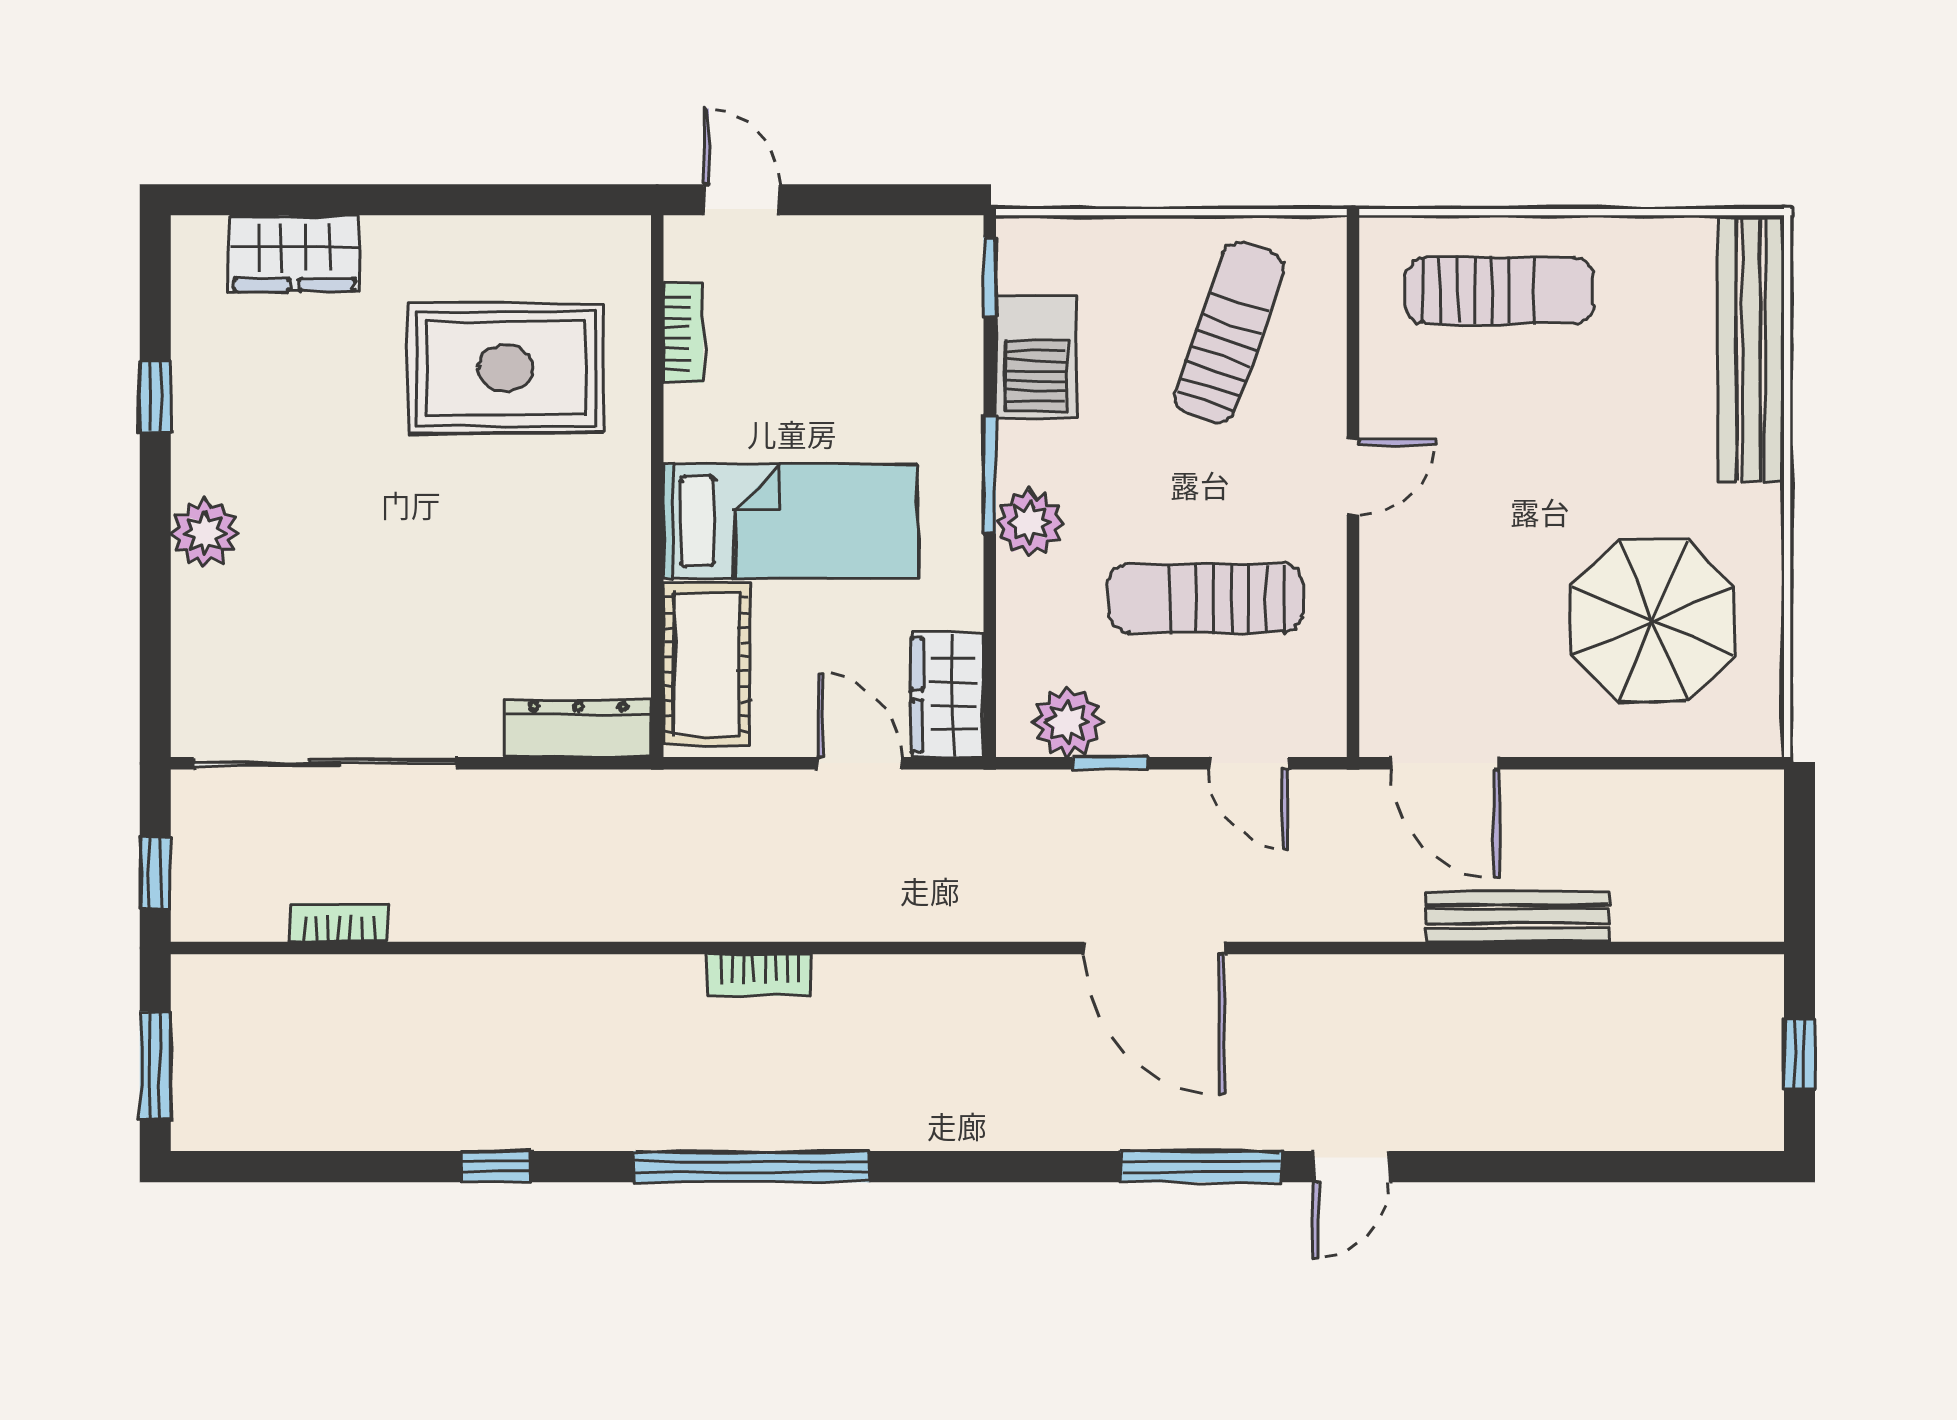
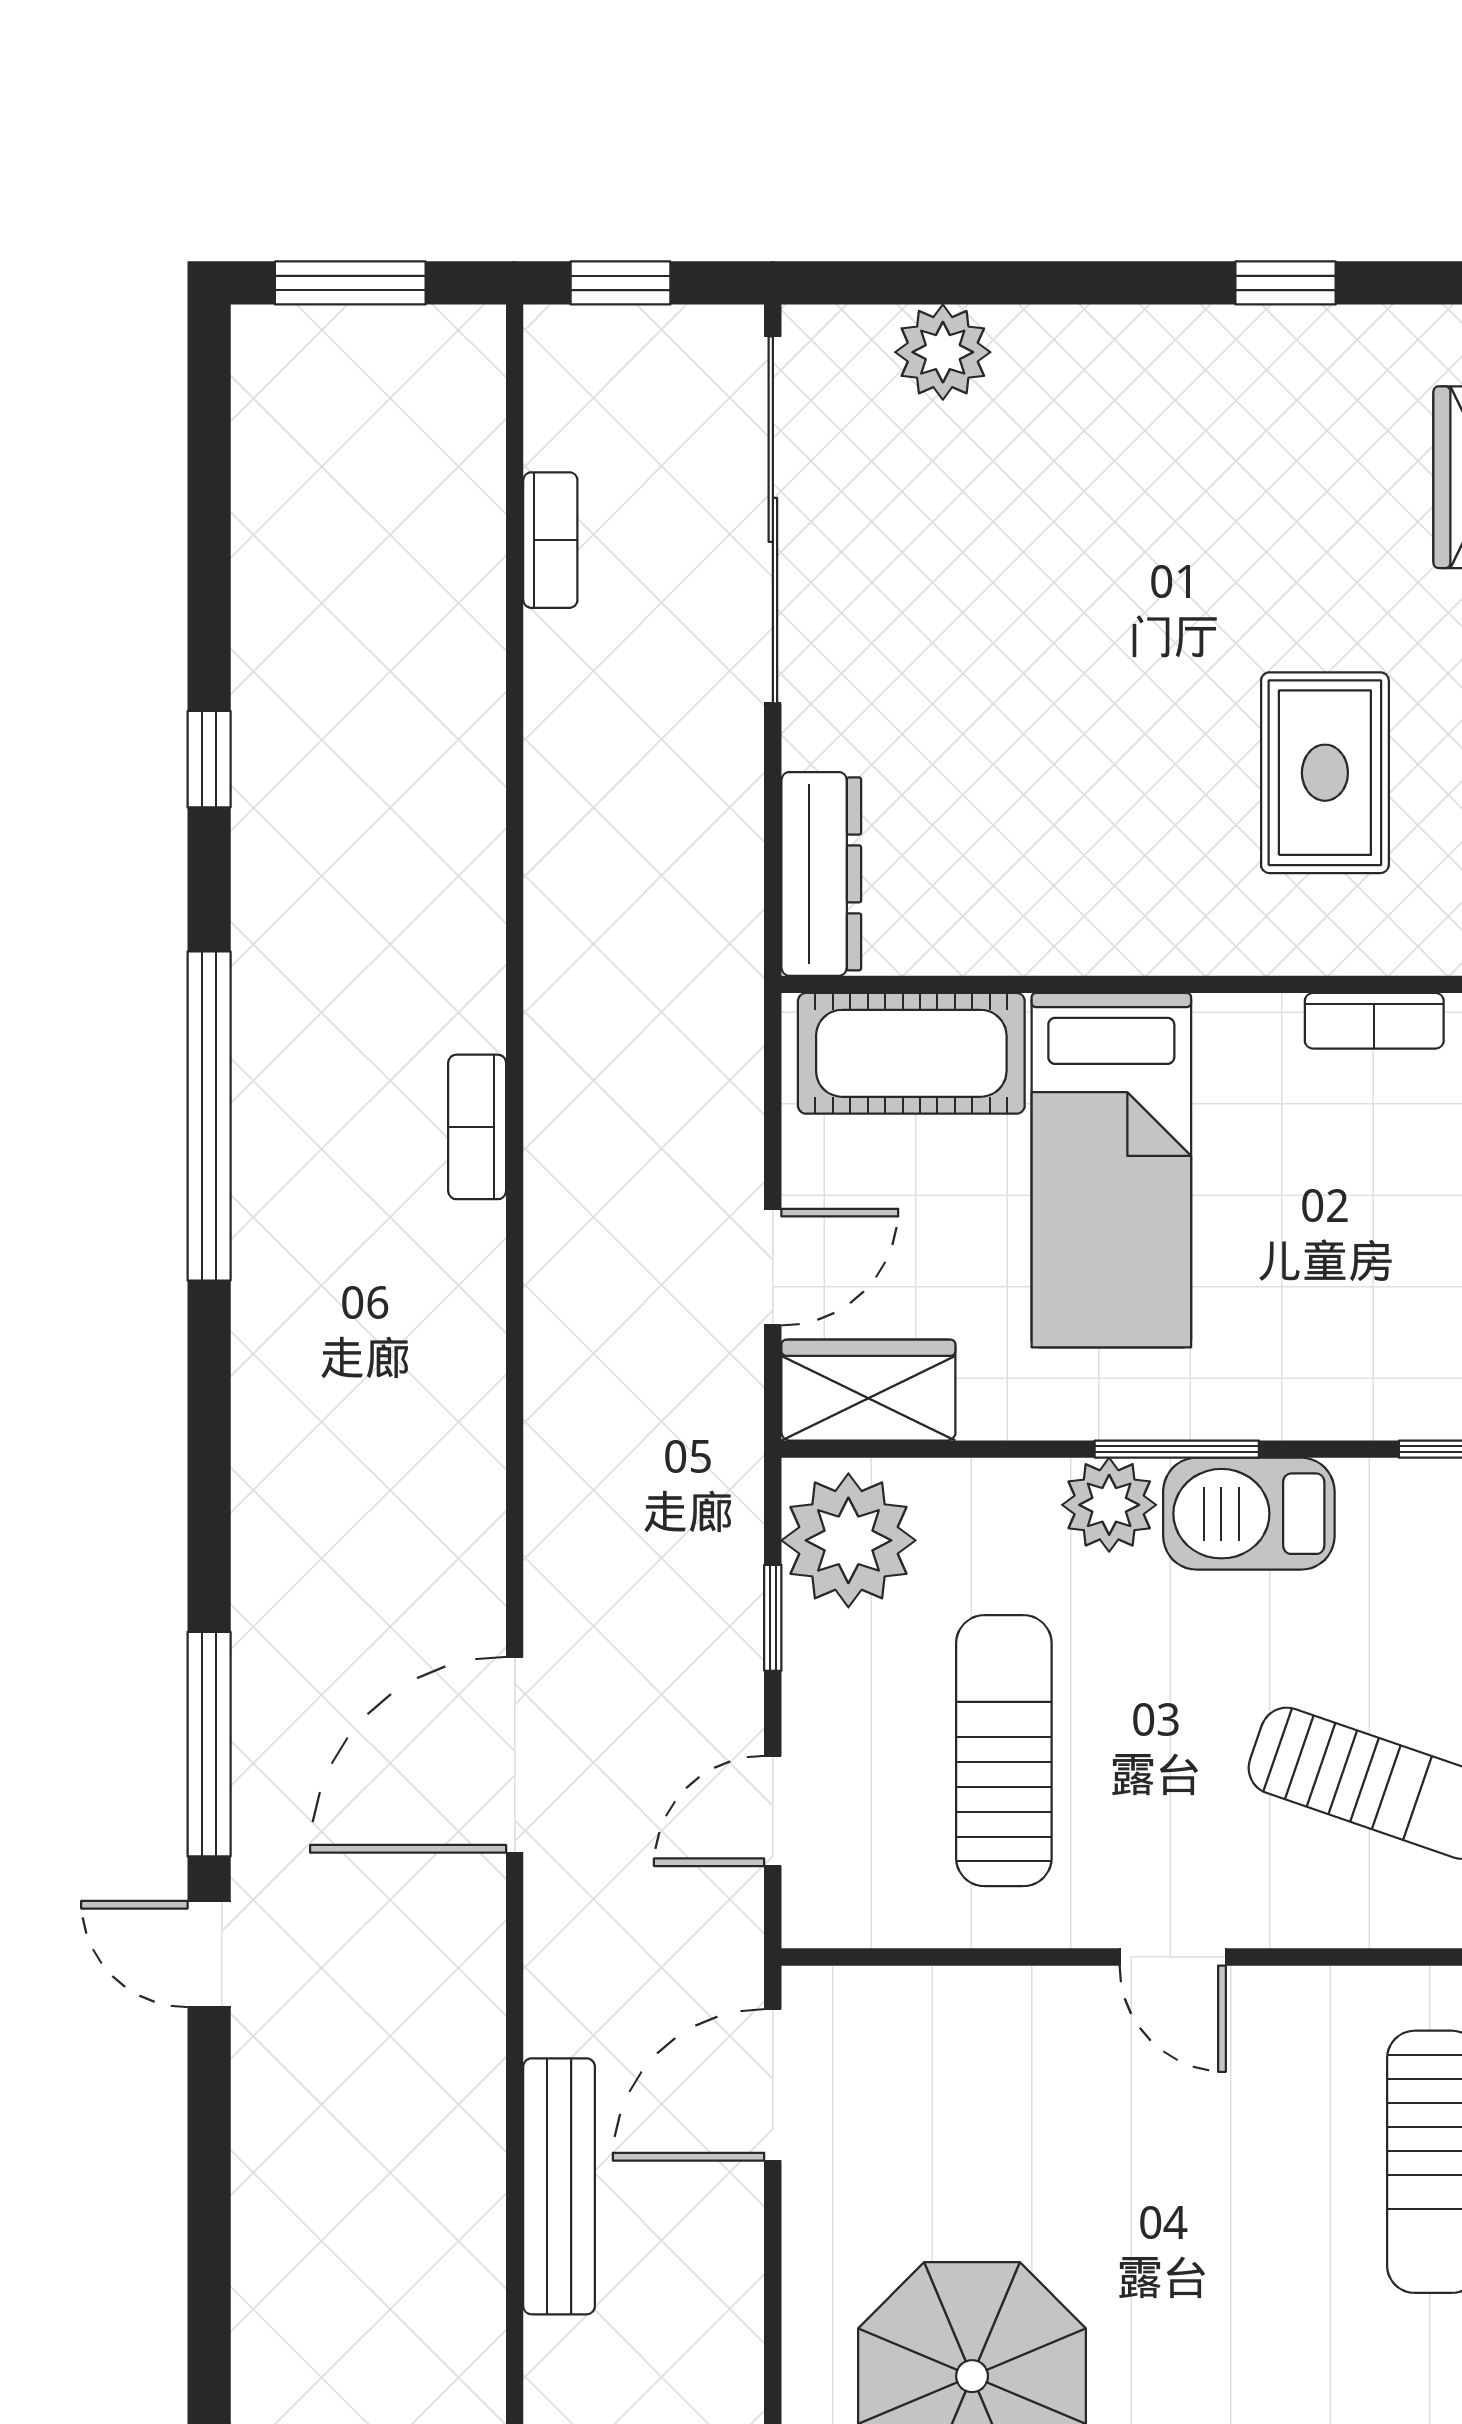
barbecue: (1036, 357) -> (1249, 1514), moved
rug: (506, 368) -> (1325, 773), width x0.73, depth x0.70
plant: (205, 533) -> (943, 352), moved
plant: (1068, 722) -> (848, 1540), width x1.36, depth x1.36
door: (1154, 948) -> (515, 1755), moved

